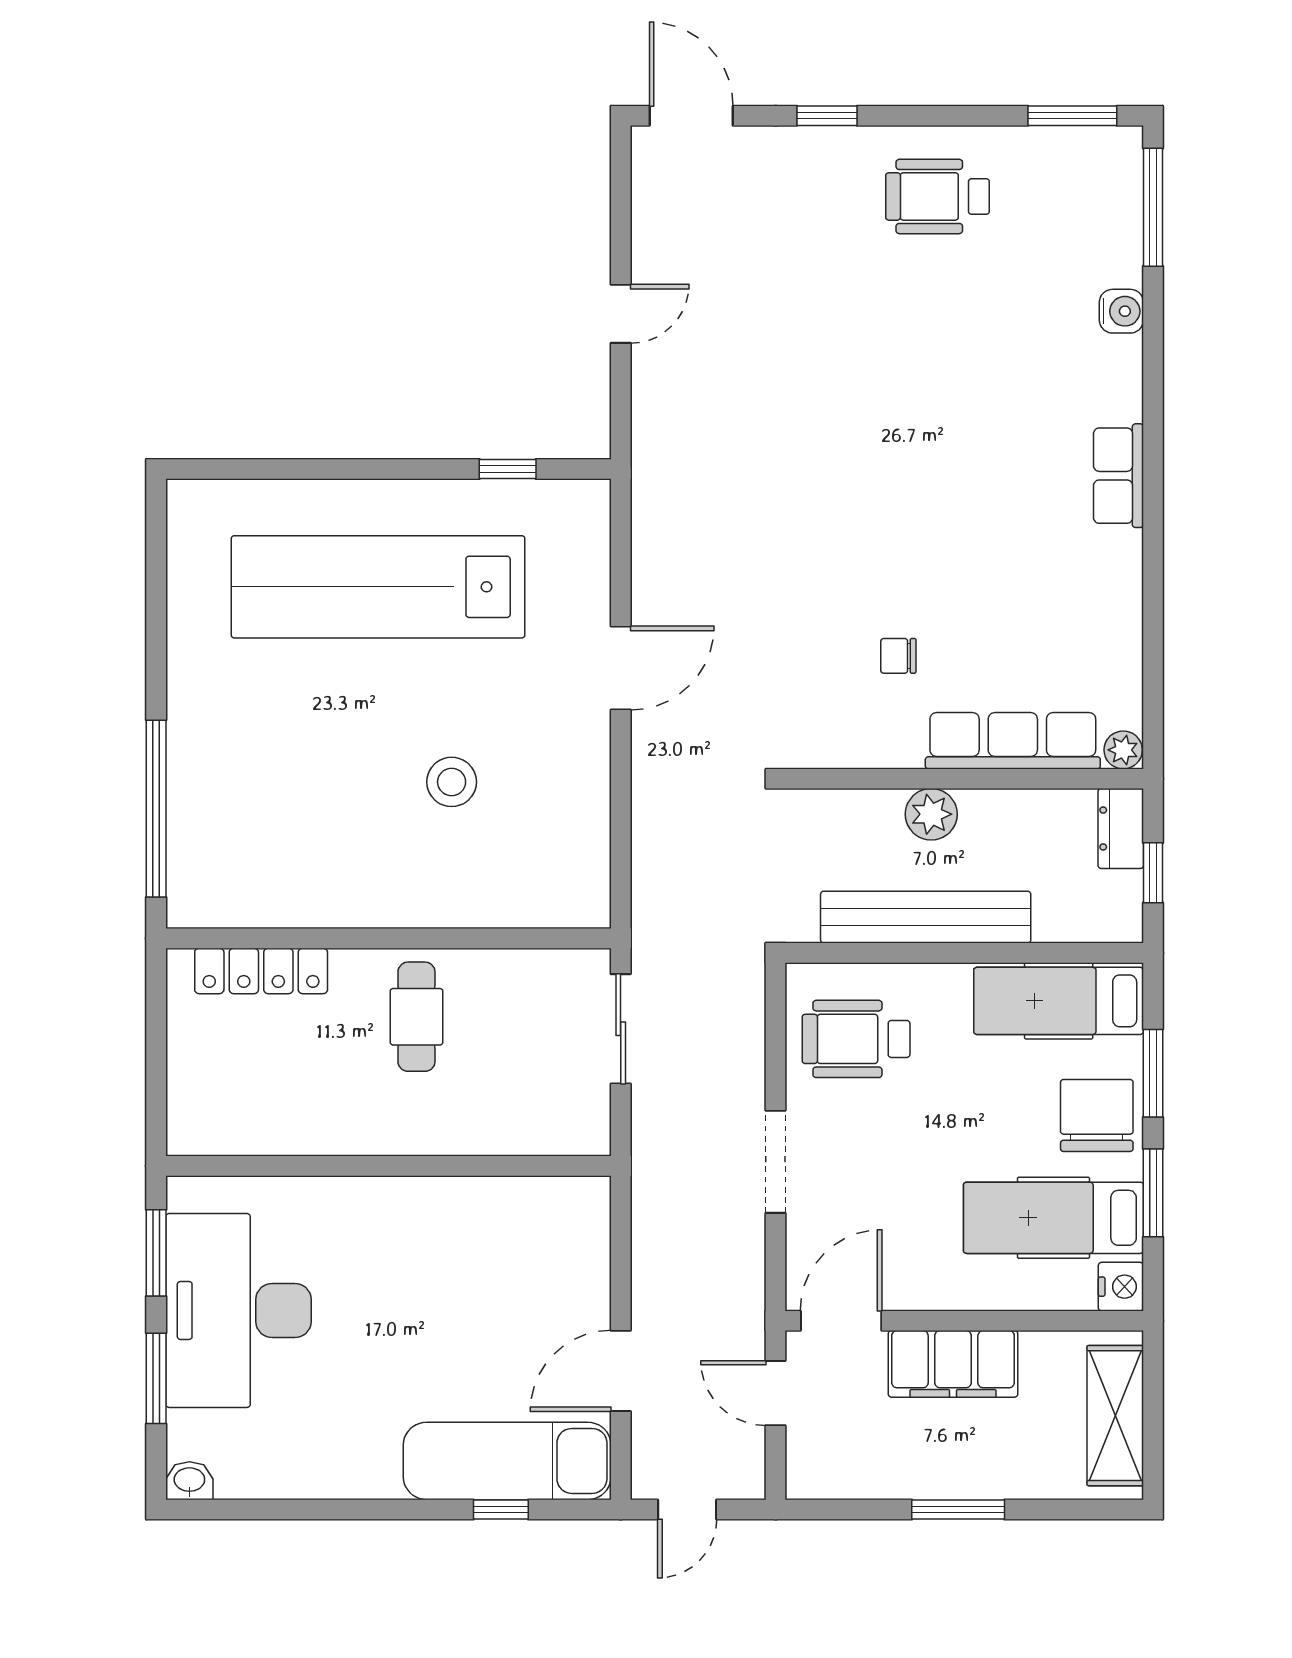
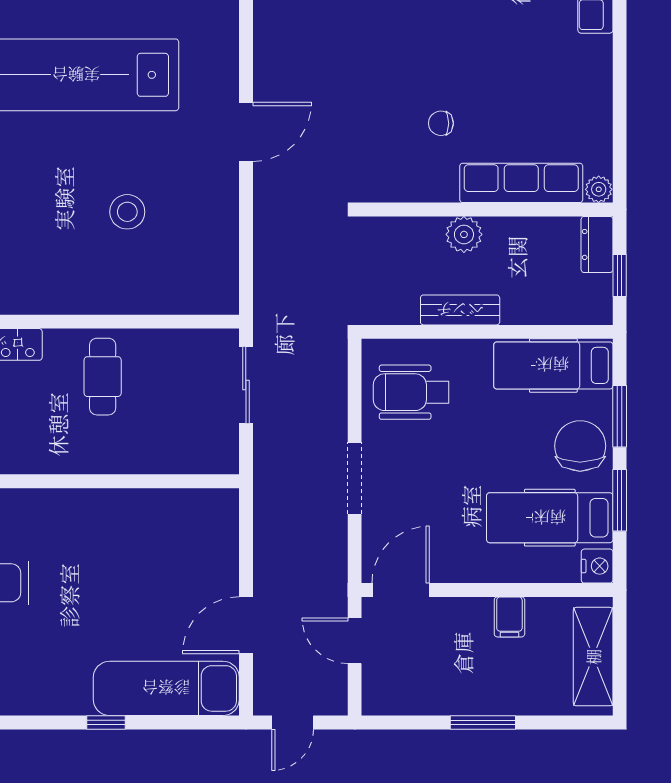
bench: (926, 917) -> (460, 310), width x0.54, depth x0.82
filing cabinet: (953, 1364) -> (509, 617), width x0.33, depth x0.86
window: (501, 1509) -> (106, 722), moved

